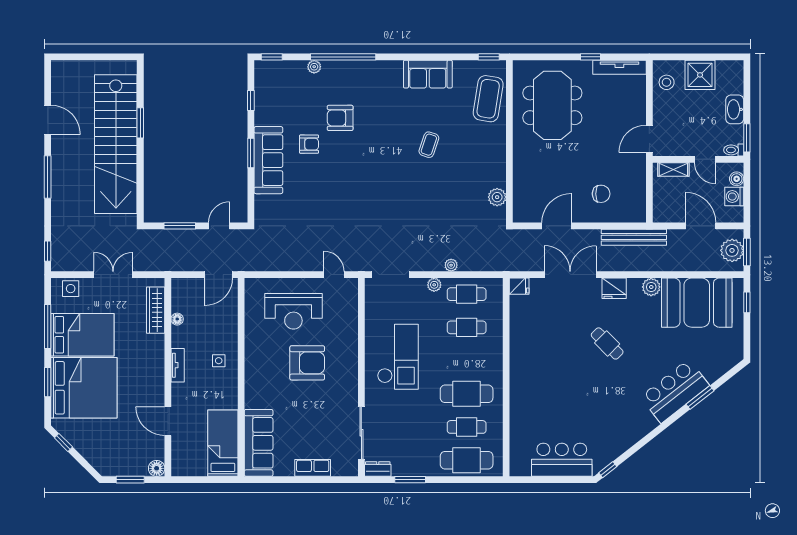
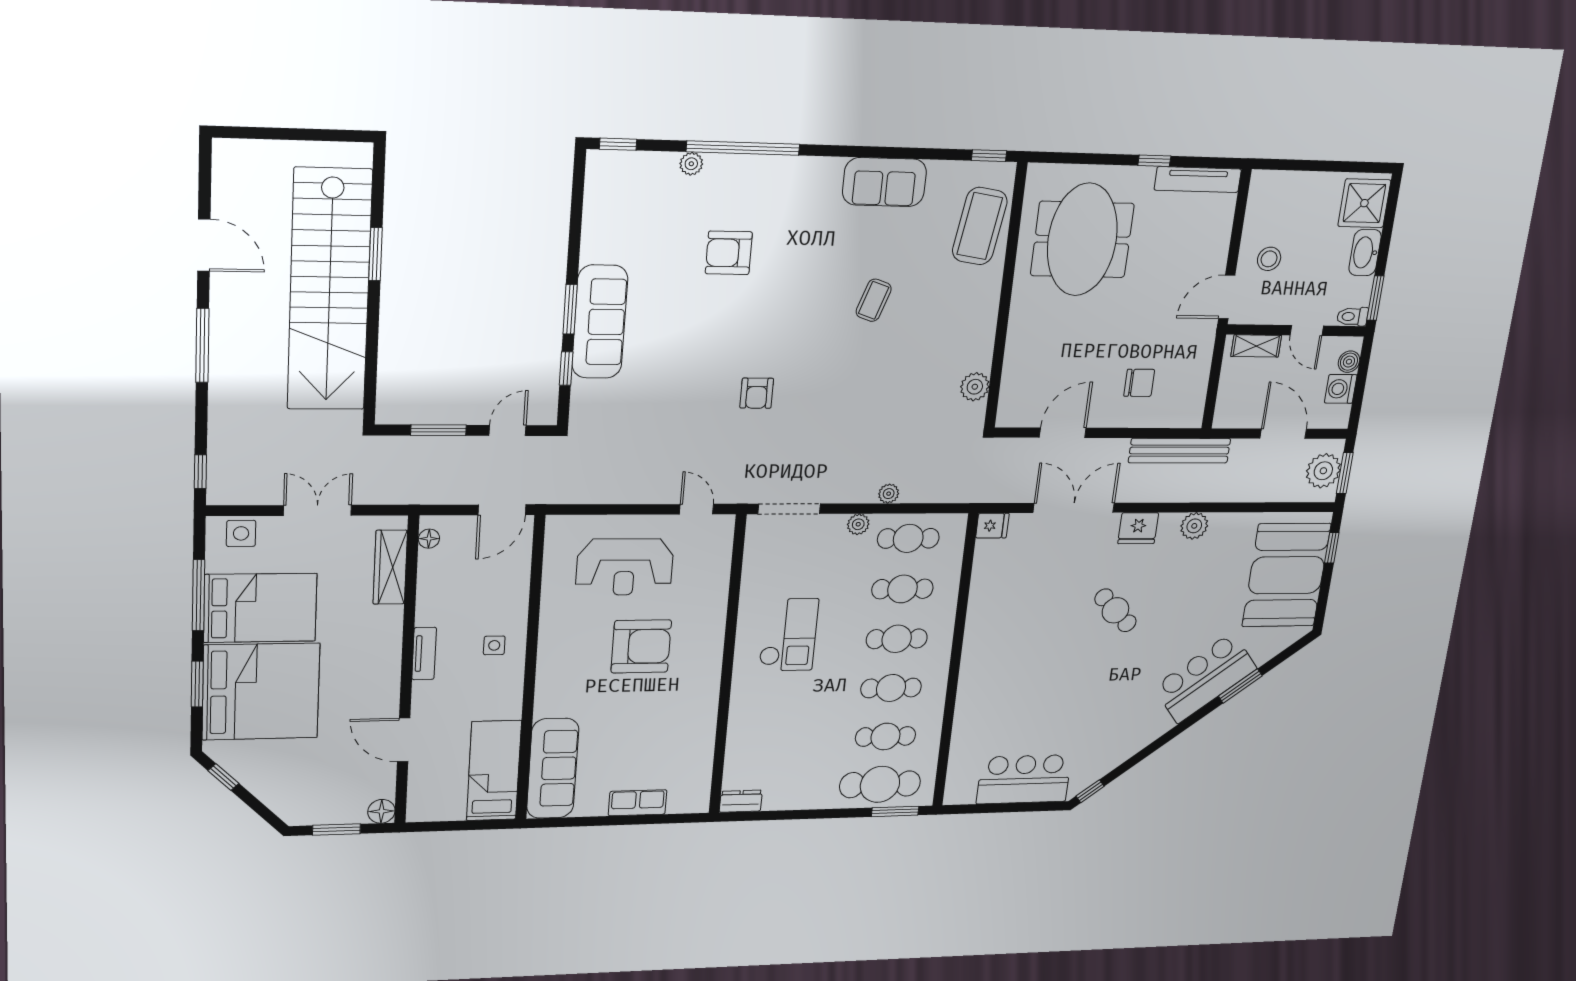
shower: (700, 75) -> (1364, 203), moved
stool: (667, 82) -> (1269, 259), moved
window: (251, 100) -> (566, 369), moved
armchair: (309, 144) -> (757, 393), moved, turned 90
booth: (697, 303) -> (1286, 575), moved, turned 90
floor lamp: (177, 319) -> (429, 539), moved
checkout: (398, 357) -> (789, 635), width x0.73, depth x0.83
cafe table: (467, 361) -> (897, 639), added
cafe table: (467, 394) -> (891, 688), width x0.73, depth x0.74
sliding door: (361, 433) -> (720, 749), removed
window: (410, 480) -> (895, 811), moved

